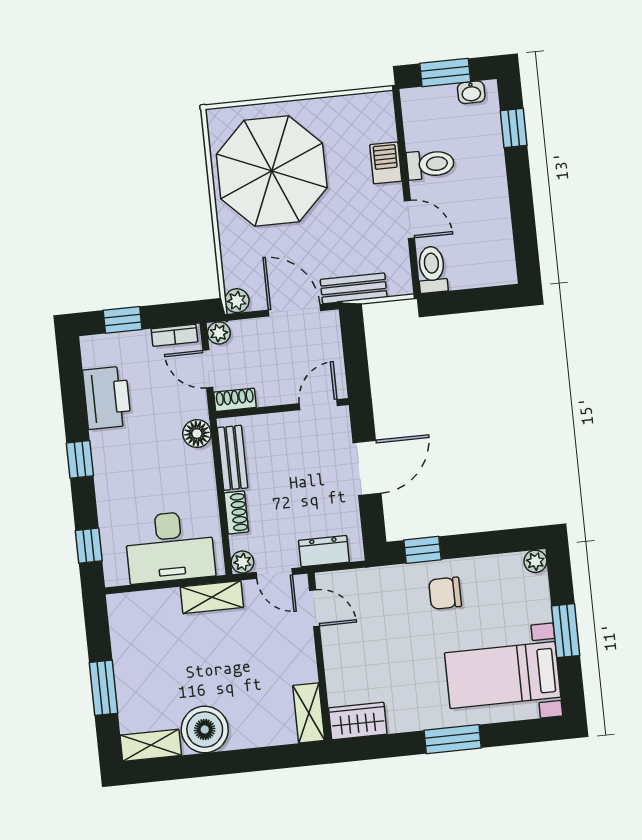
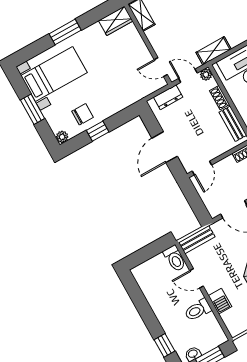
bench: (354, 288) -> (197, 240), moved
window: (422, 550) -> (98, 131), moved
chair: (445, 593) -> (83, 114), moved

